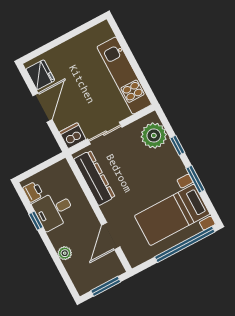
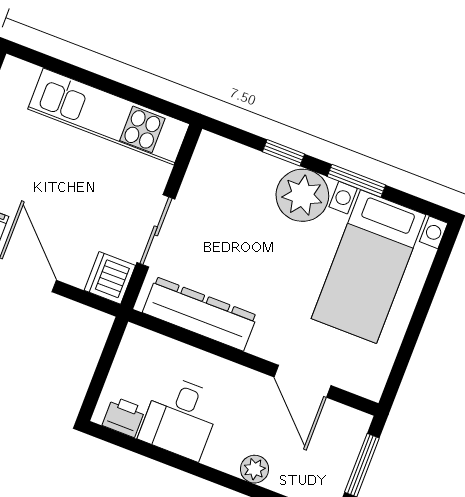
plant: (154, 136) -> (302, 195), moved
window: (36, 221) -> (167, 458), removed
window: (185, 244) -> (427, 295), removed

